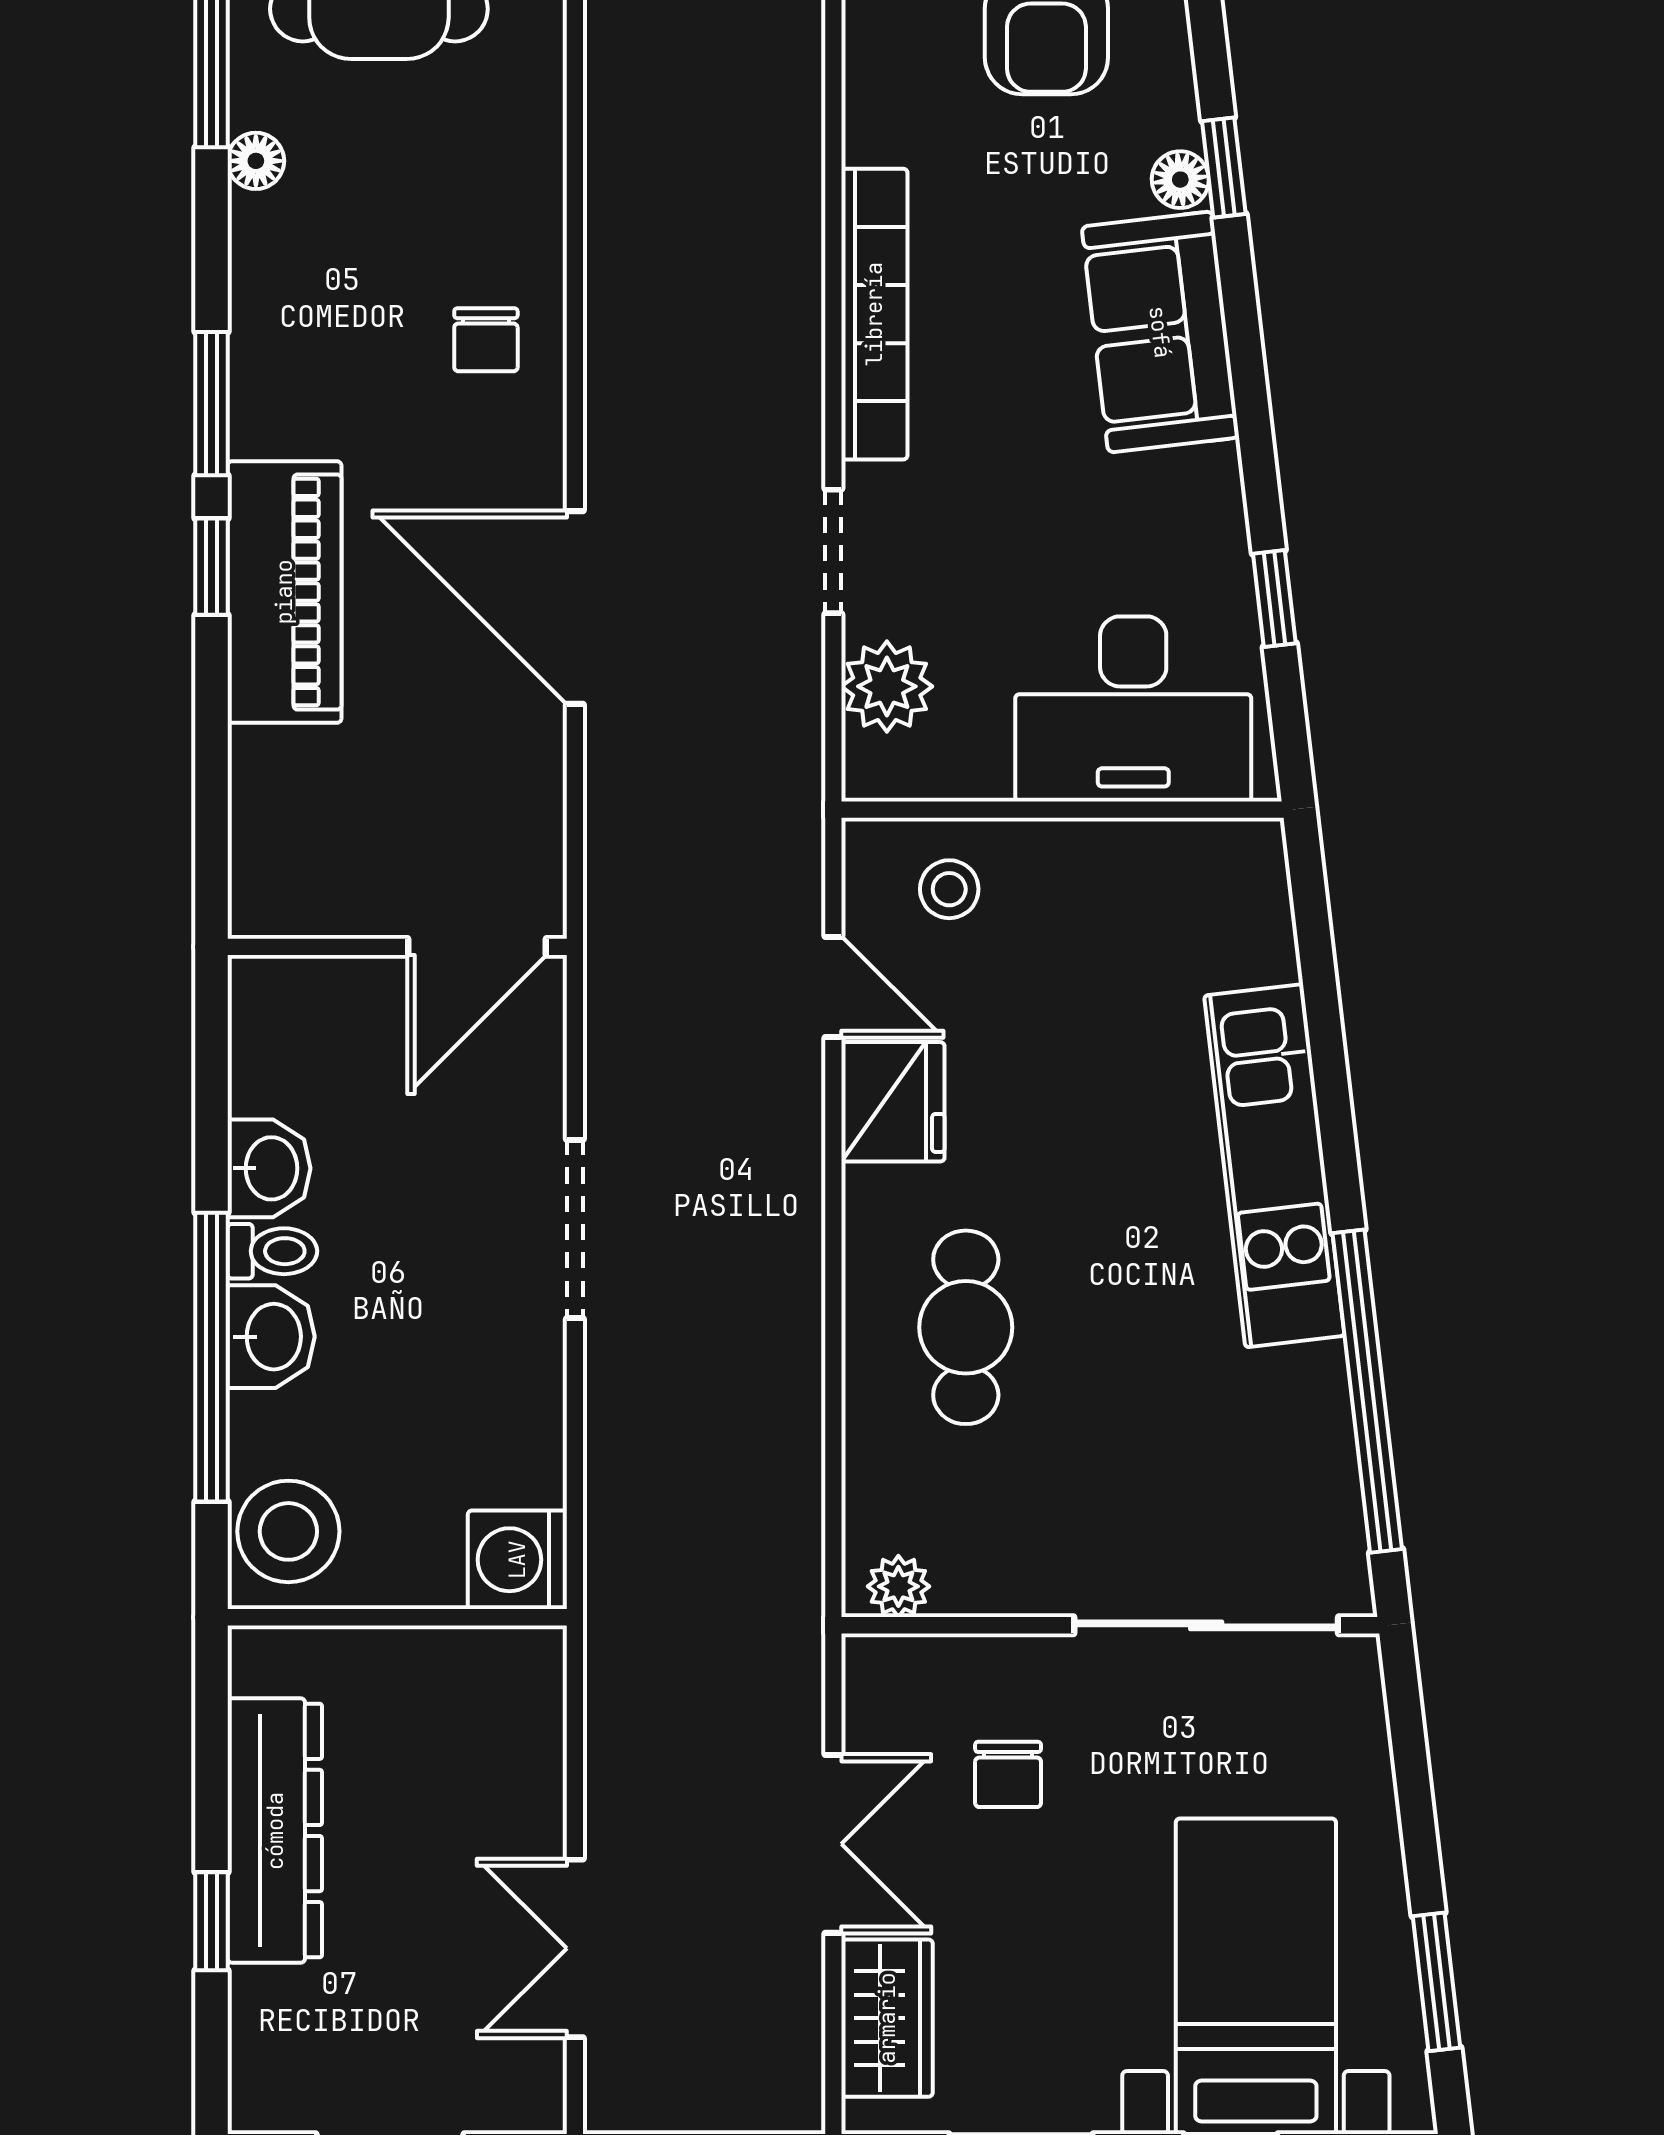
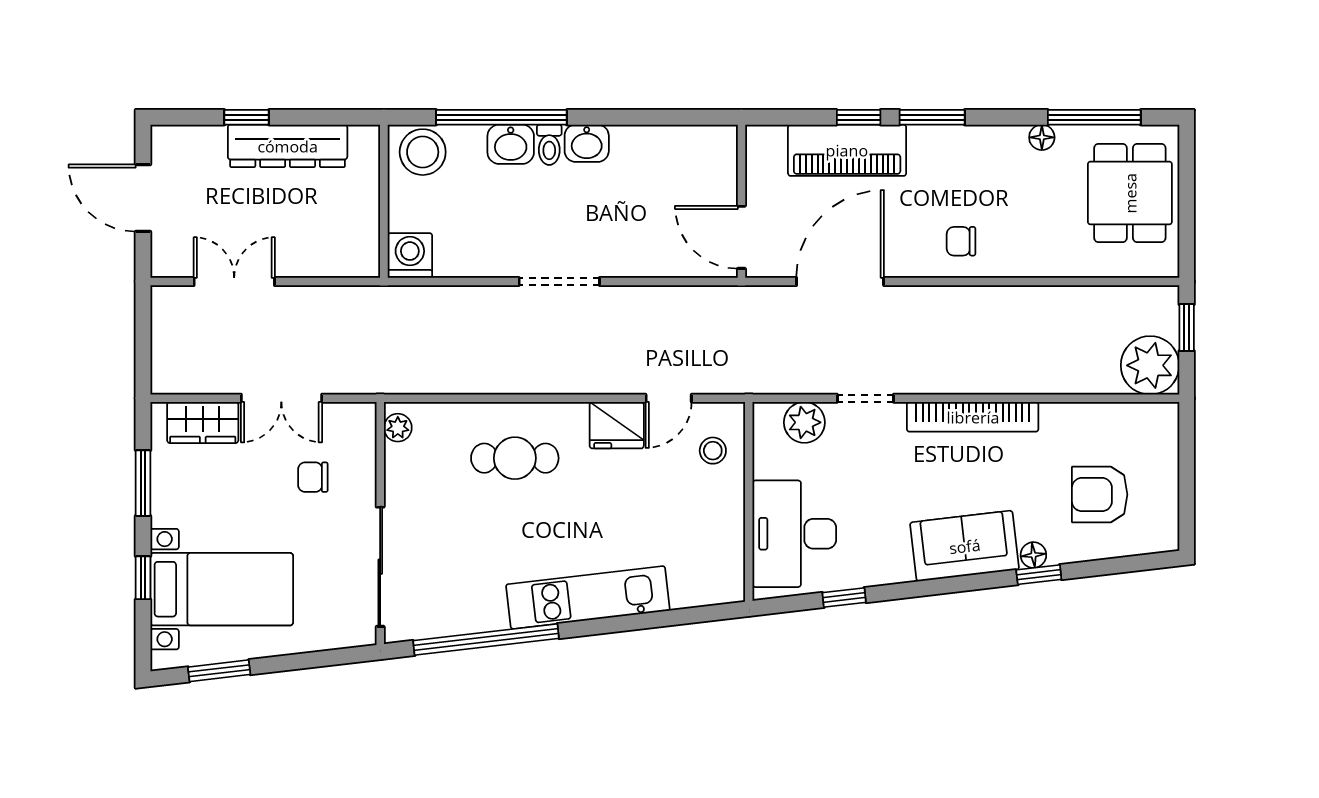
wall: (397, 947) -> (741, 201), moved
door: (477, 947) -> (741, 237), moved

